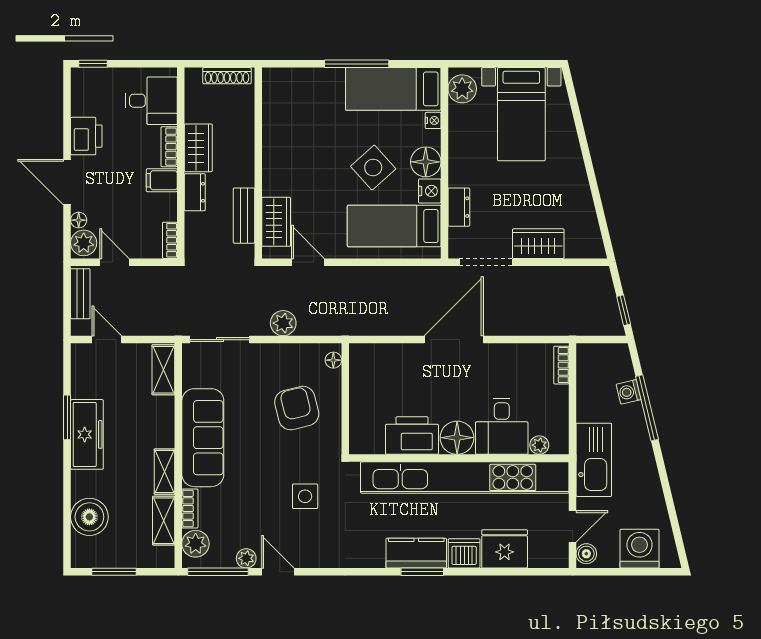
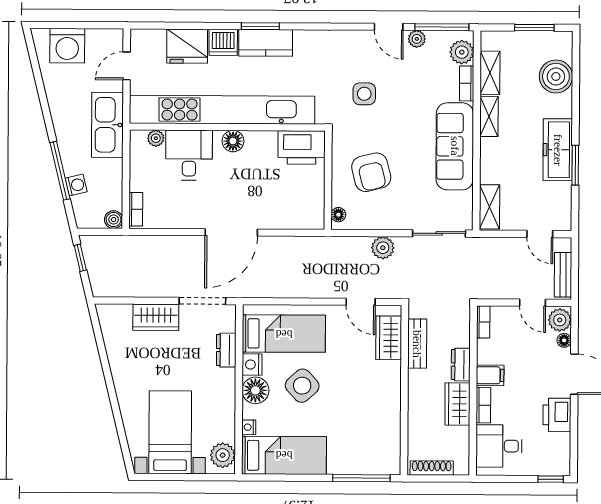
window: (357, 64) -> (361, 478), moved
printer: (412, 435) -> (302, 147), moved
floor lamp: (457, 438) -> (233, 141), width x0.73, depth x0.73
boiler: (586, 554) -> (114, 220), moved

